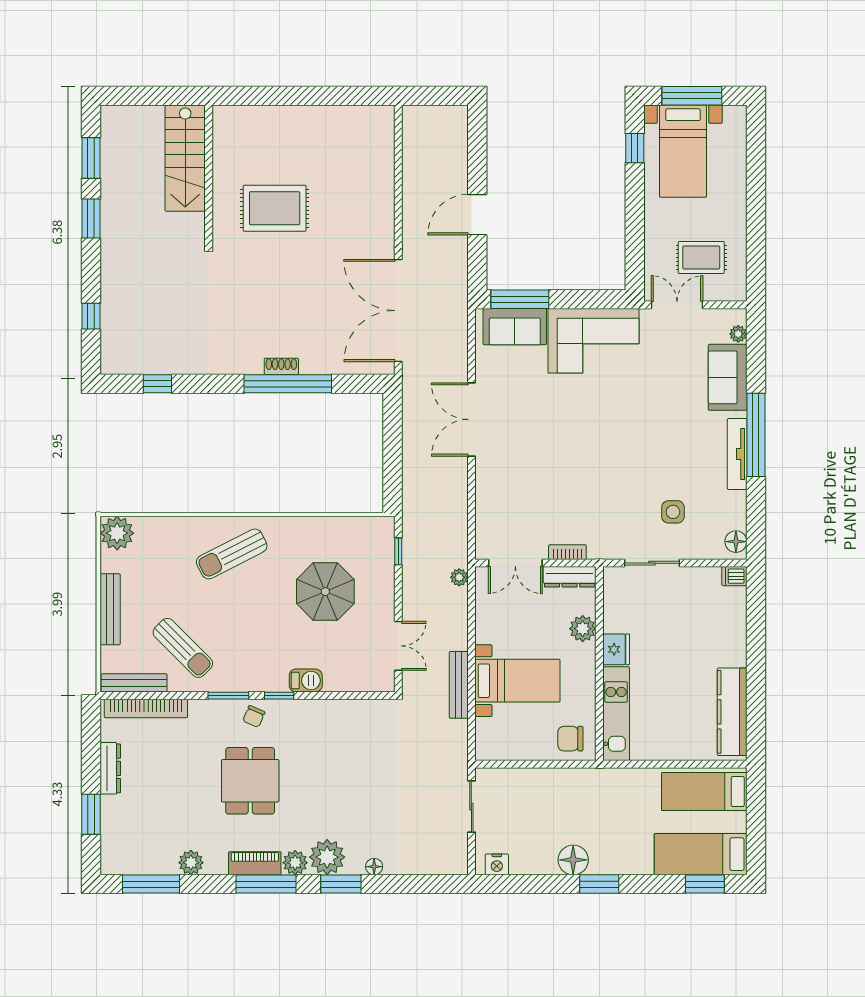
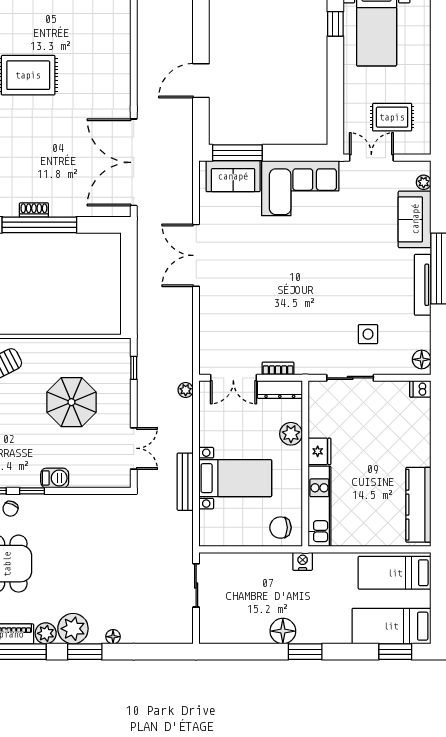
nightstand: (497, 864) -> (303, 561), moved, turned 180

